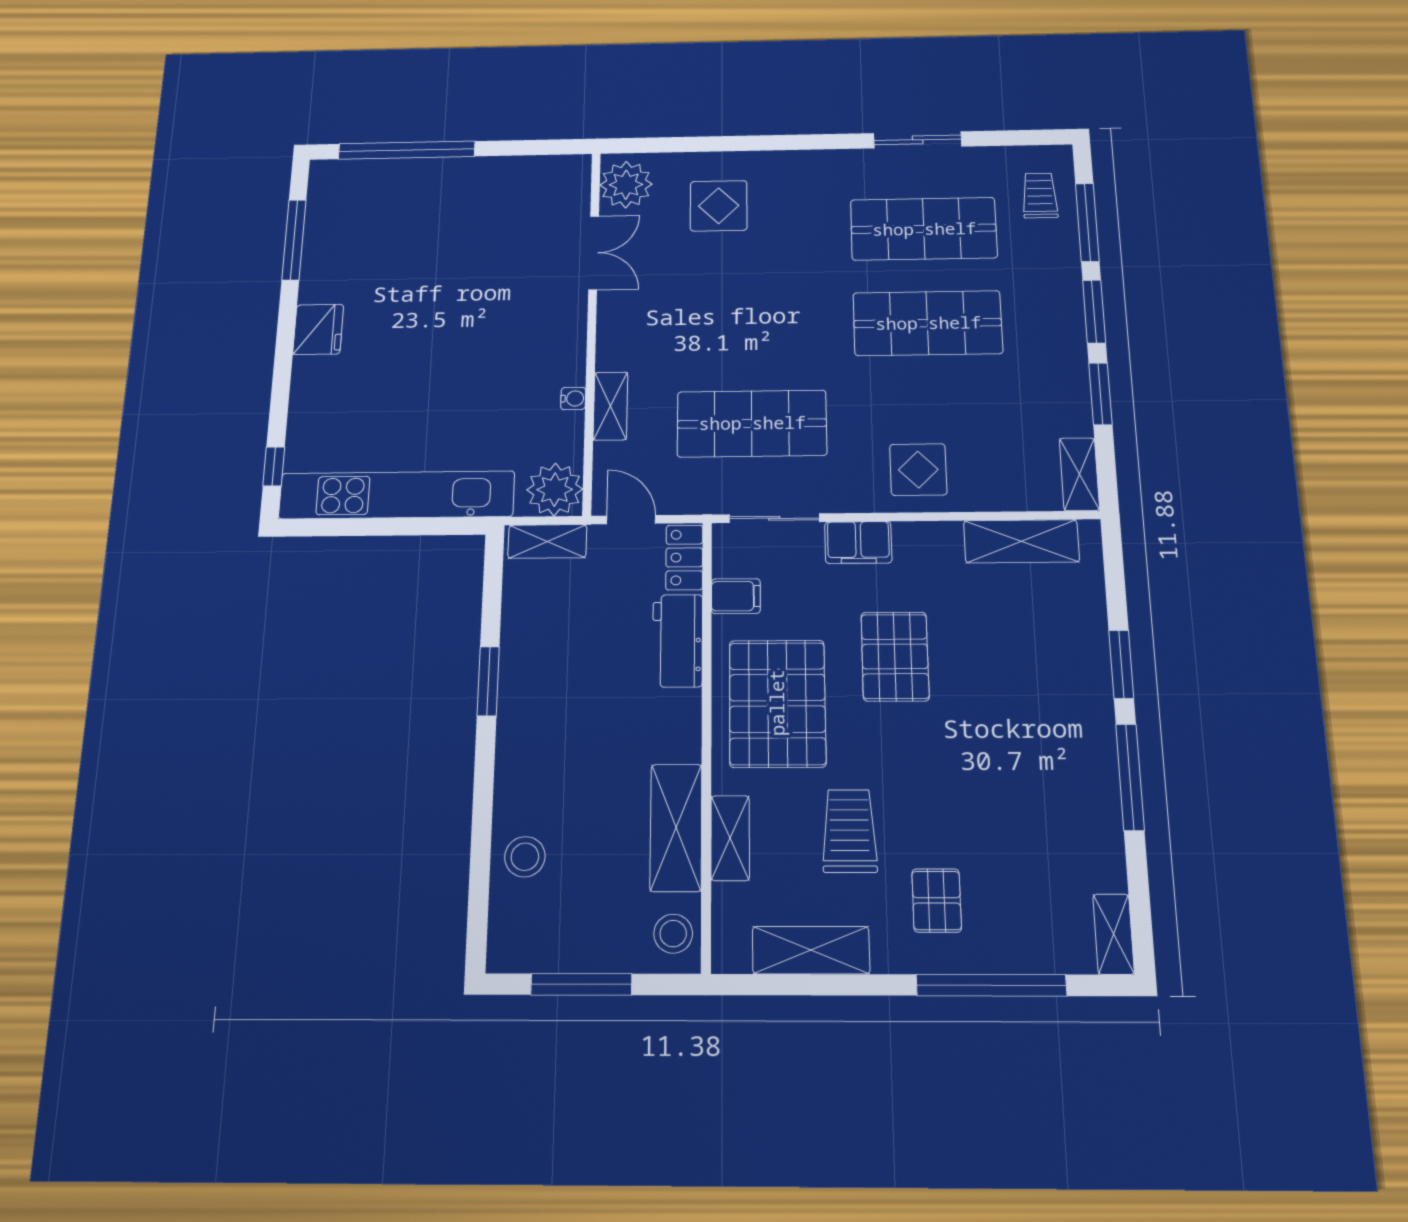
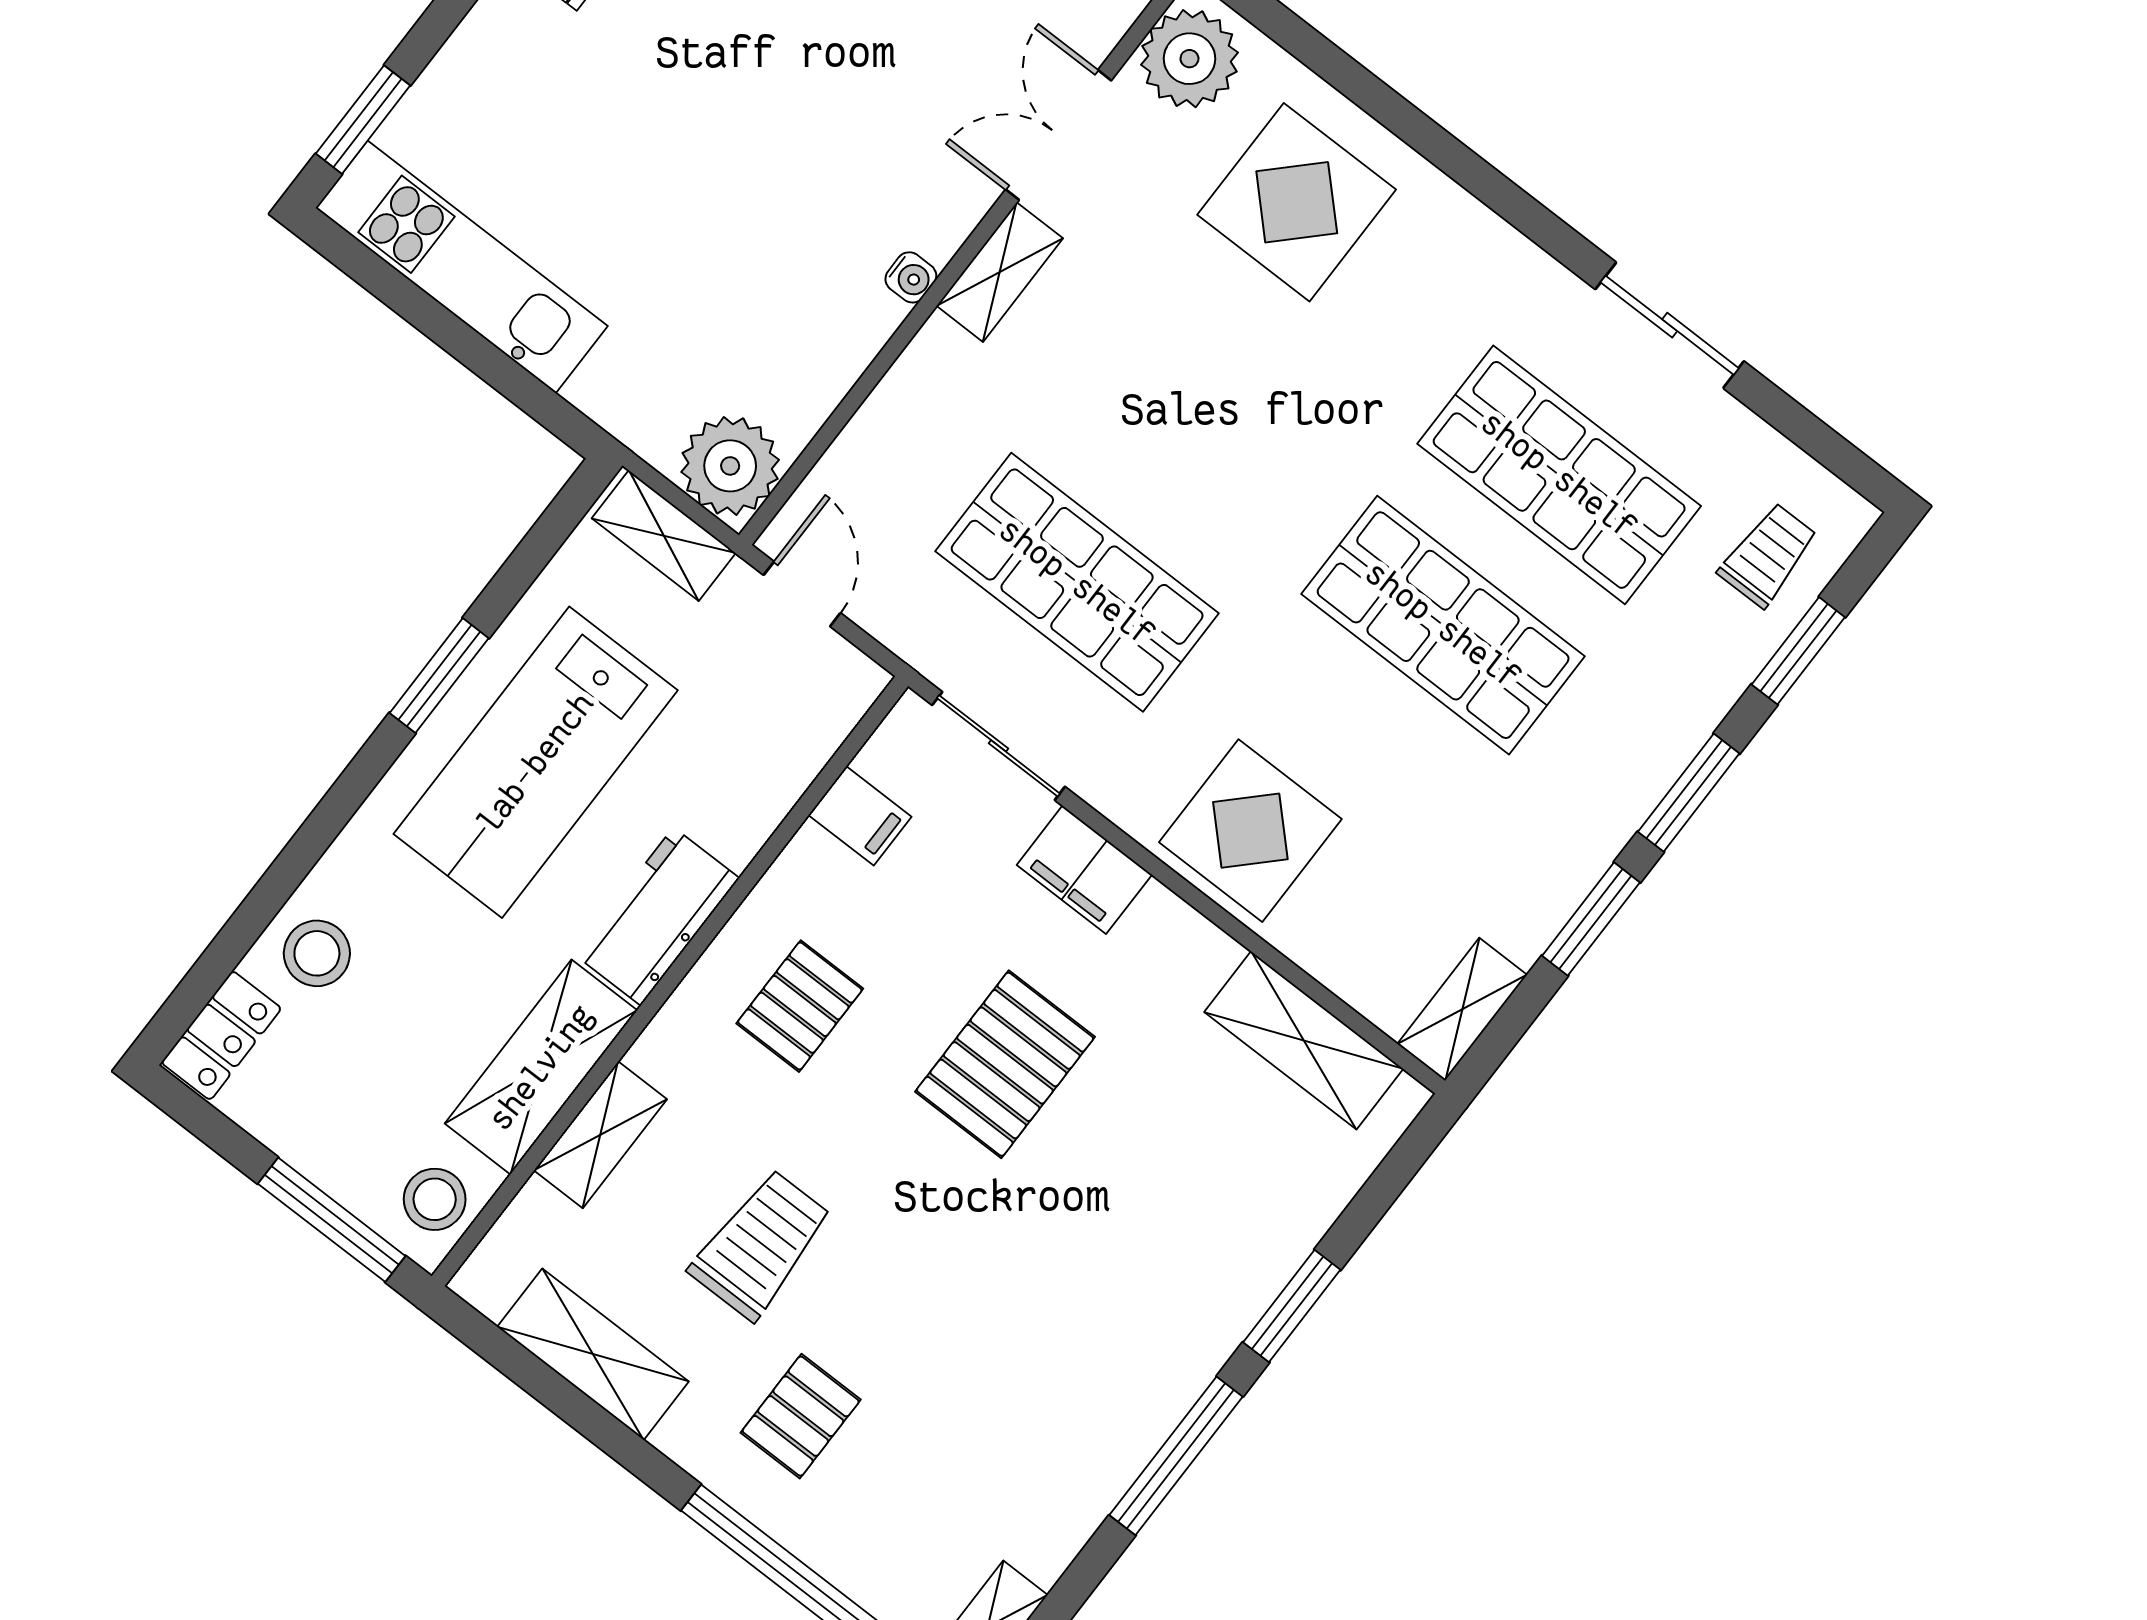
display table: (719, 206) -> (1297, 202), width x1.36, depth x1.36
window: (1087, 222) -> (1798, 651), width x0.69
double door: (594, 253) -> (1058, 135), swing flipped
water cooler: (573, 398) -> (911, 277), moved
shelving: (611, 406) -> (1000, 272), moved
window: (274, 466) -> (363, 120), width x1.50
display table: (918, 470) -> (1250, 831), width x1.36, depth x1.36
kitchen unit: (397, 495) -> (462, 267), width x0.73
locker: (684, 557) -> (221, 1035), moved, turned 180
workbench: (678, 641) -> (657, 916), moved
lab bench: (564, 686) -> (536, 762), added
pallet: (777, 703) -> (800, 1006), width x0.49, depth x0.50
window: (581, 984) -> (332, 1220), moved

